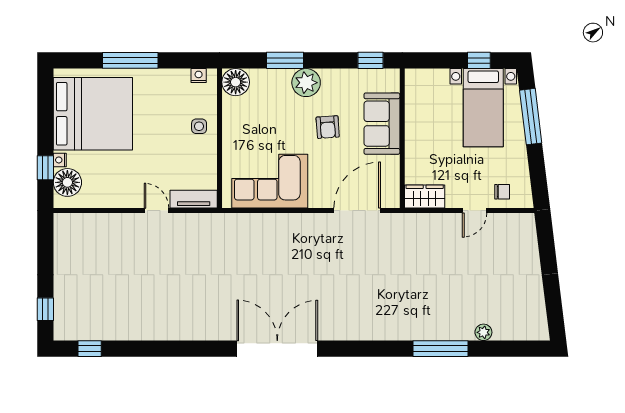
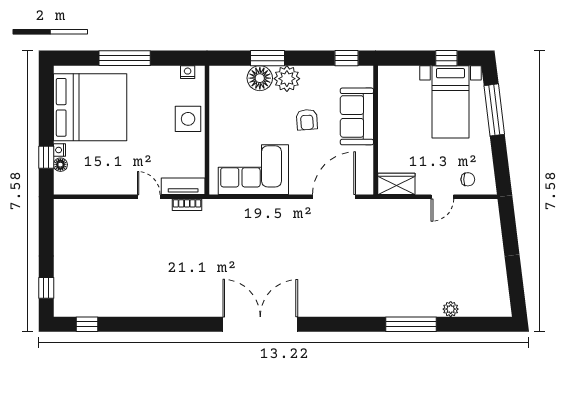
floor lamp: (236, 82) -> (260, 78), moved
side table: (199, 126) -> (188, 119), width x1.87, depth x1.87
floor lamp: (67, 182) -> (60, 165), width x0.53, depth x0.53
bookcase: (198, 219) -> (187, 205), added

